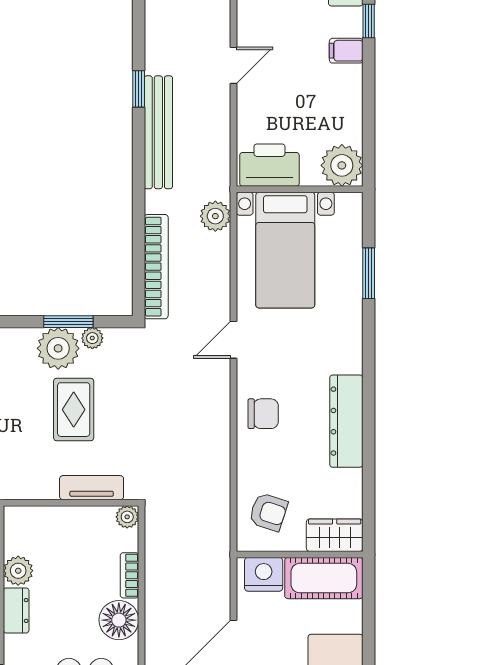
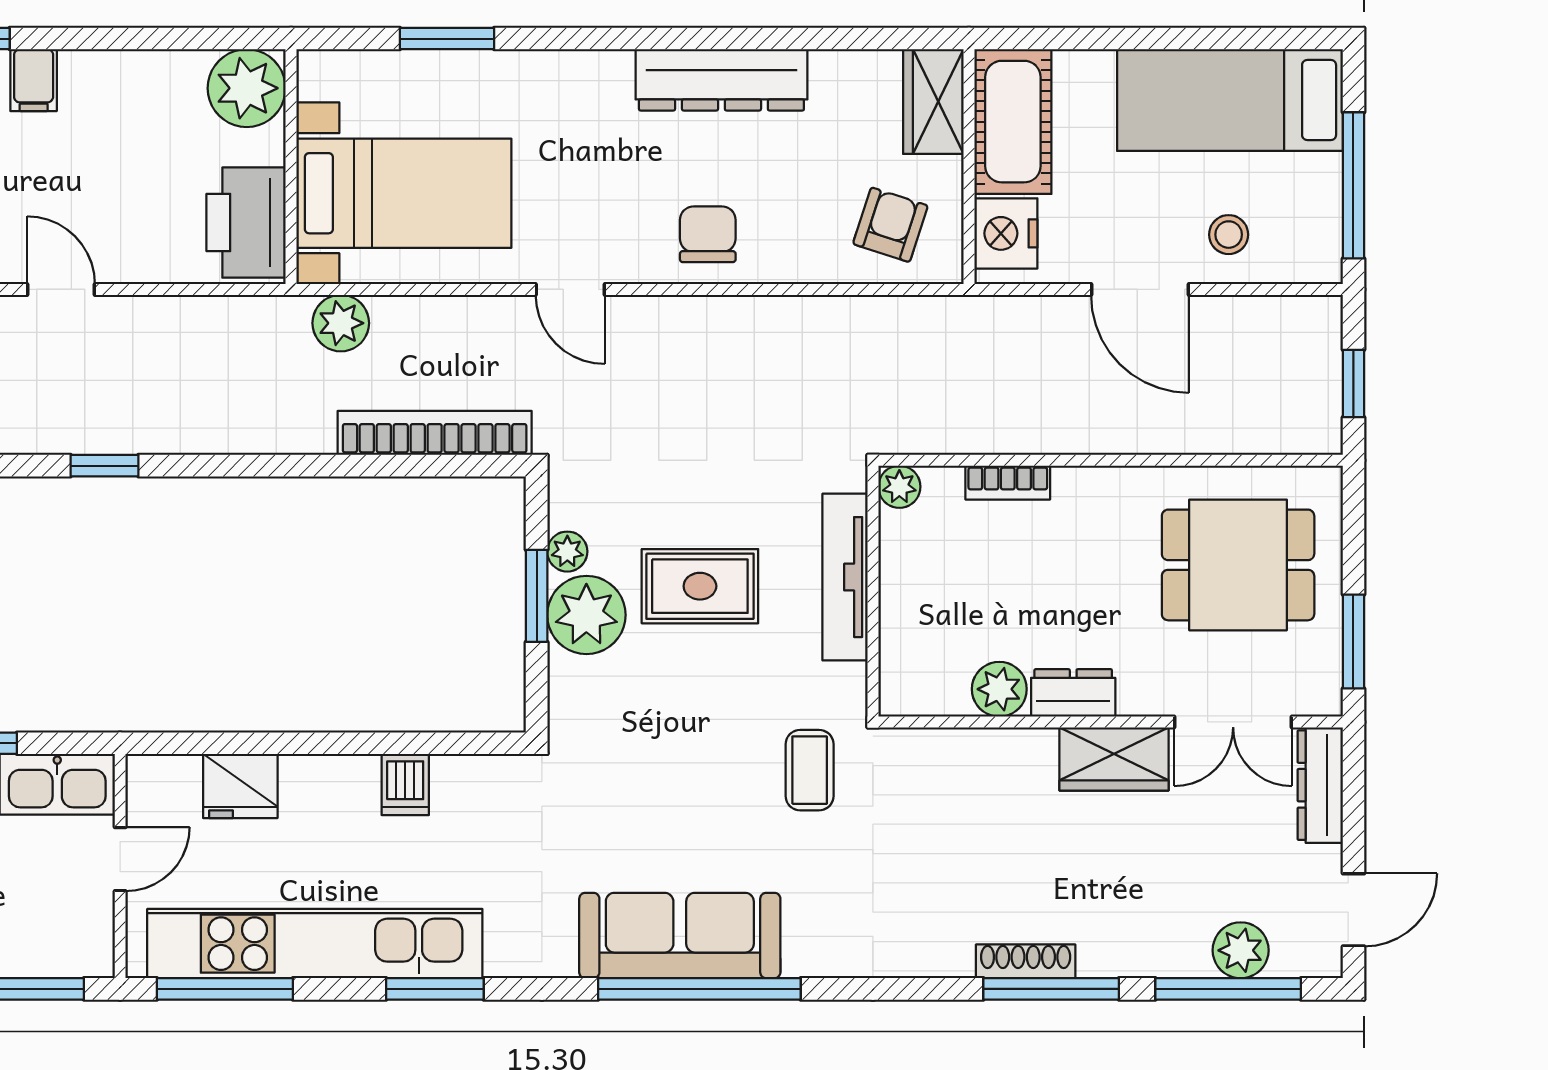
bench: (158, 132) -> (185, 429), removed
tv unit: (92, 488) -> (845, 577), width x1.41
floor lamp: (119, 620) -> (1091, 502), removed

